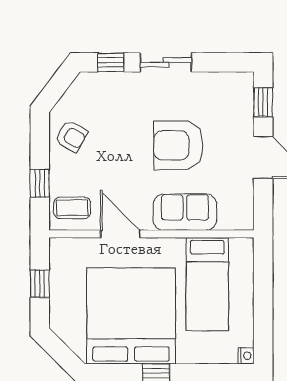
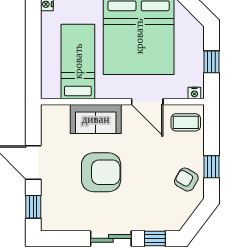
window: (40, 183) -> (212, 167), moved
nightstand: (61, 245) -> (194, 93), added

